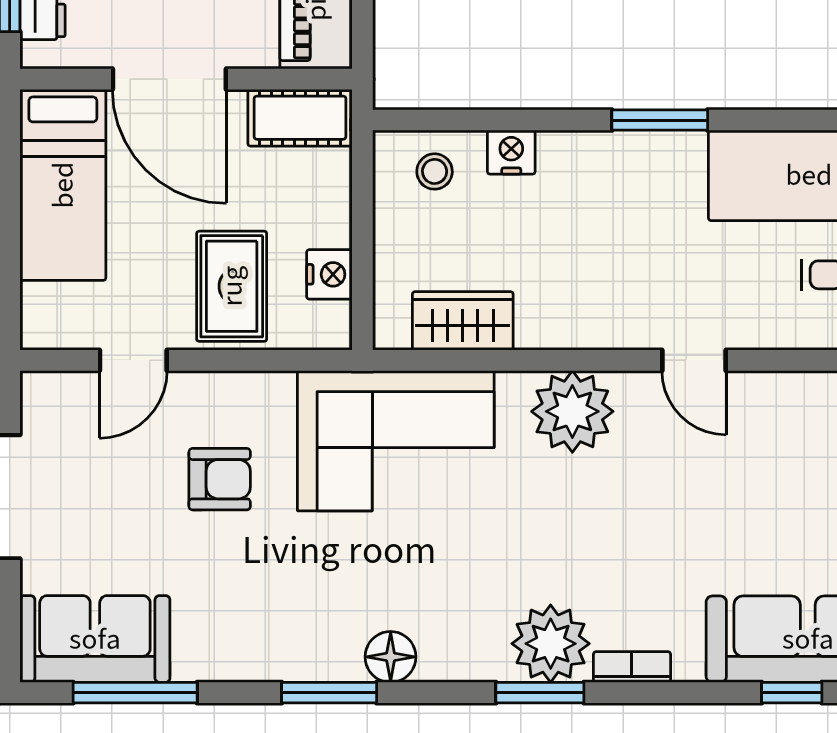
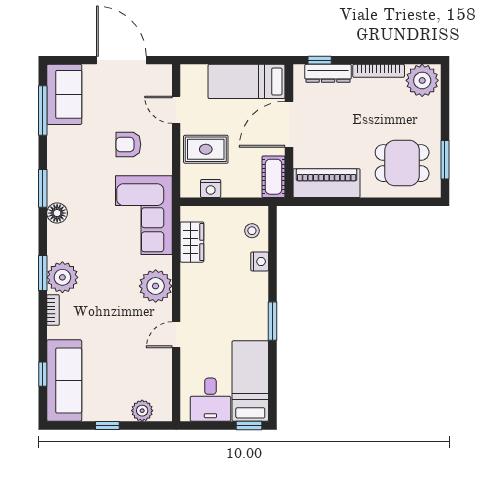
armchair: (220, 479) -> (128, 144), turned 90

